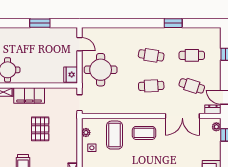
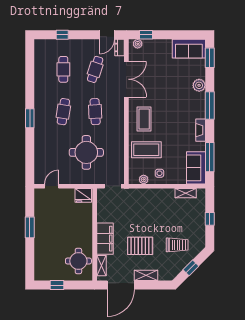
window: (173, 23) -> (30, 118), moved
round table: (101, 70) -> (86, 152), moved
pallet: (40, 129) -> (140, 246), moved

